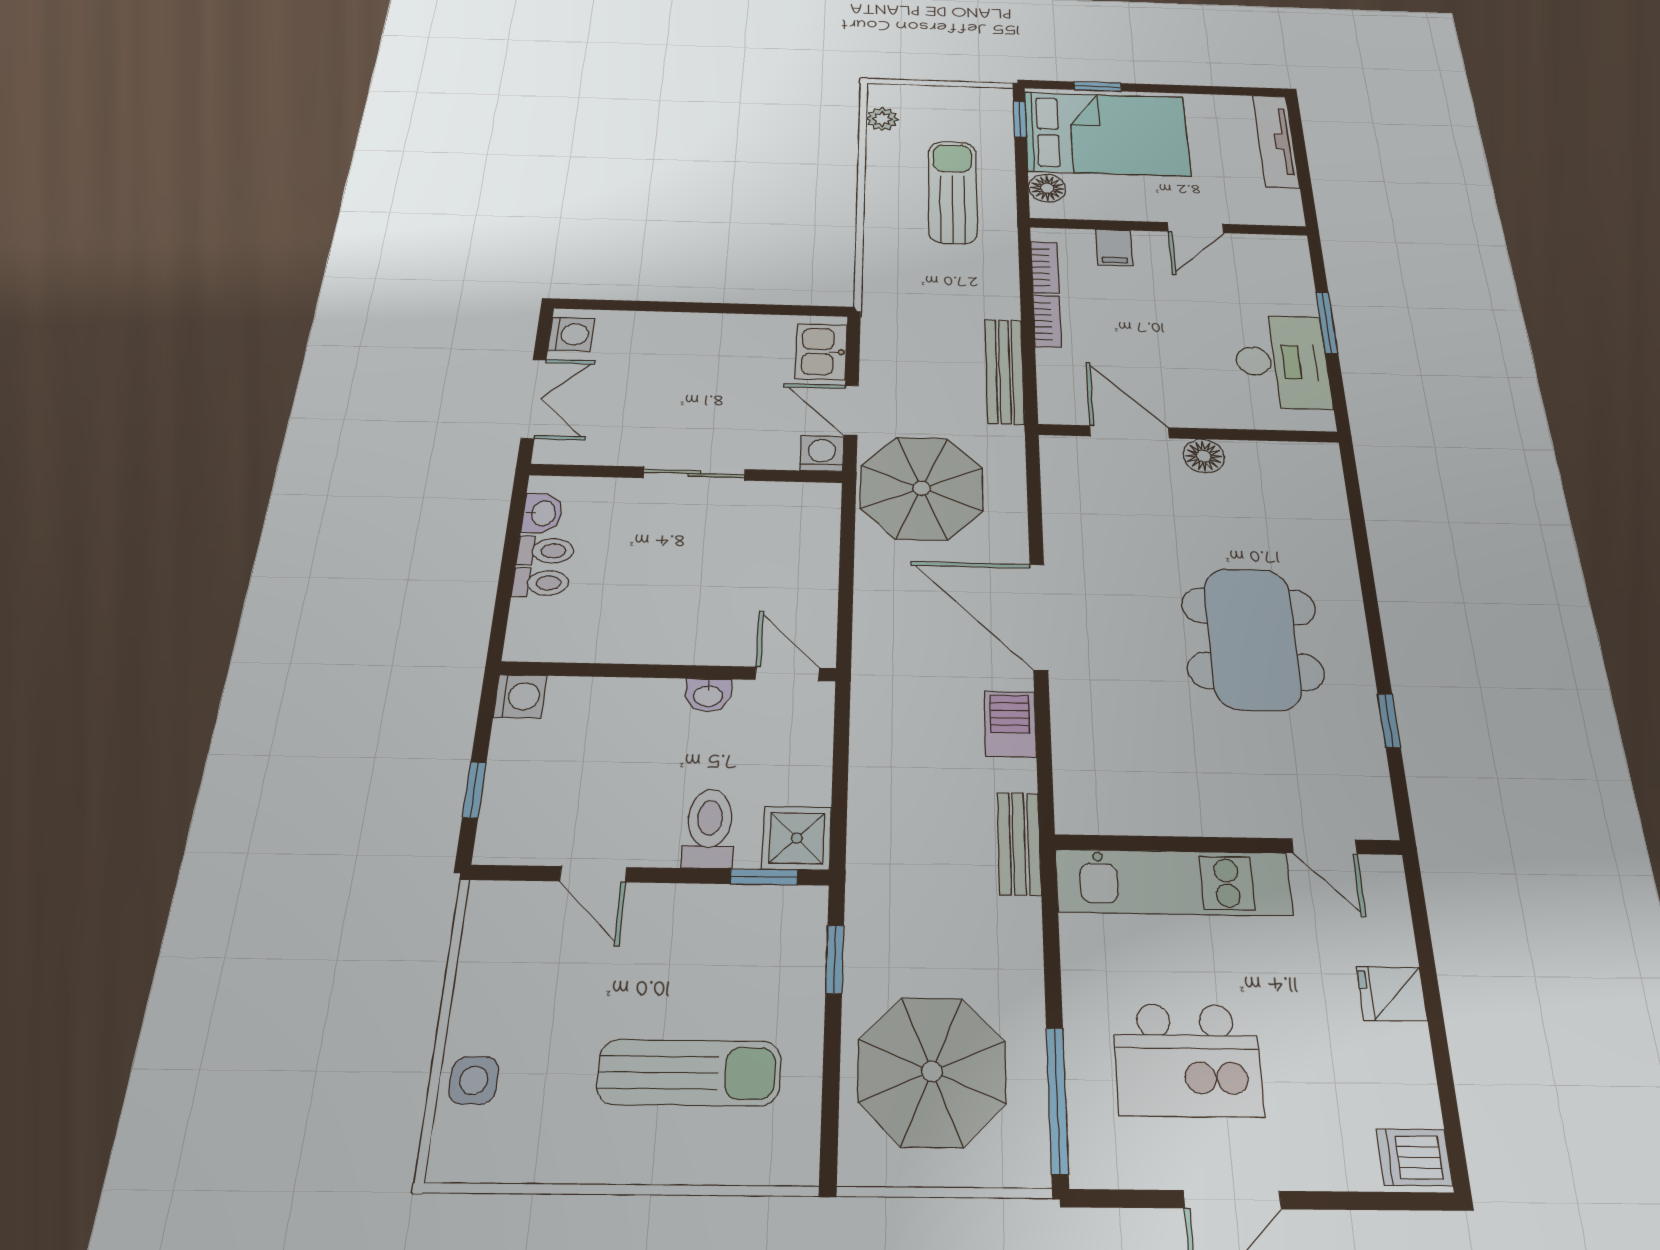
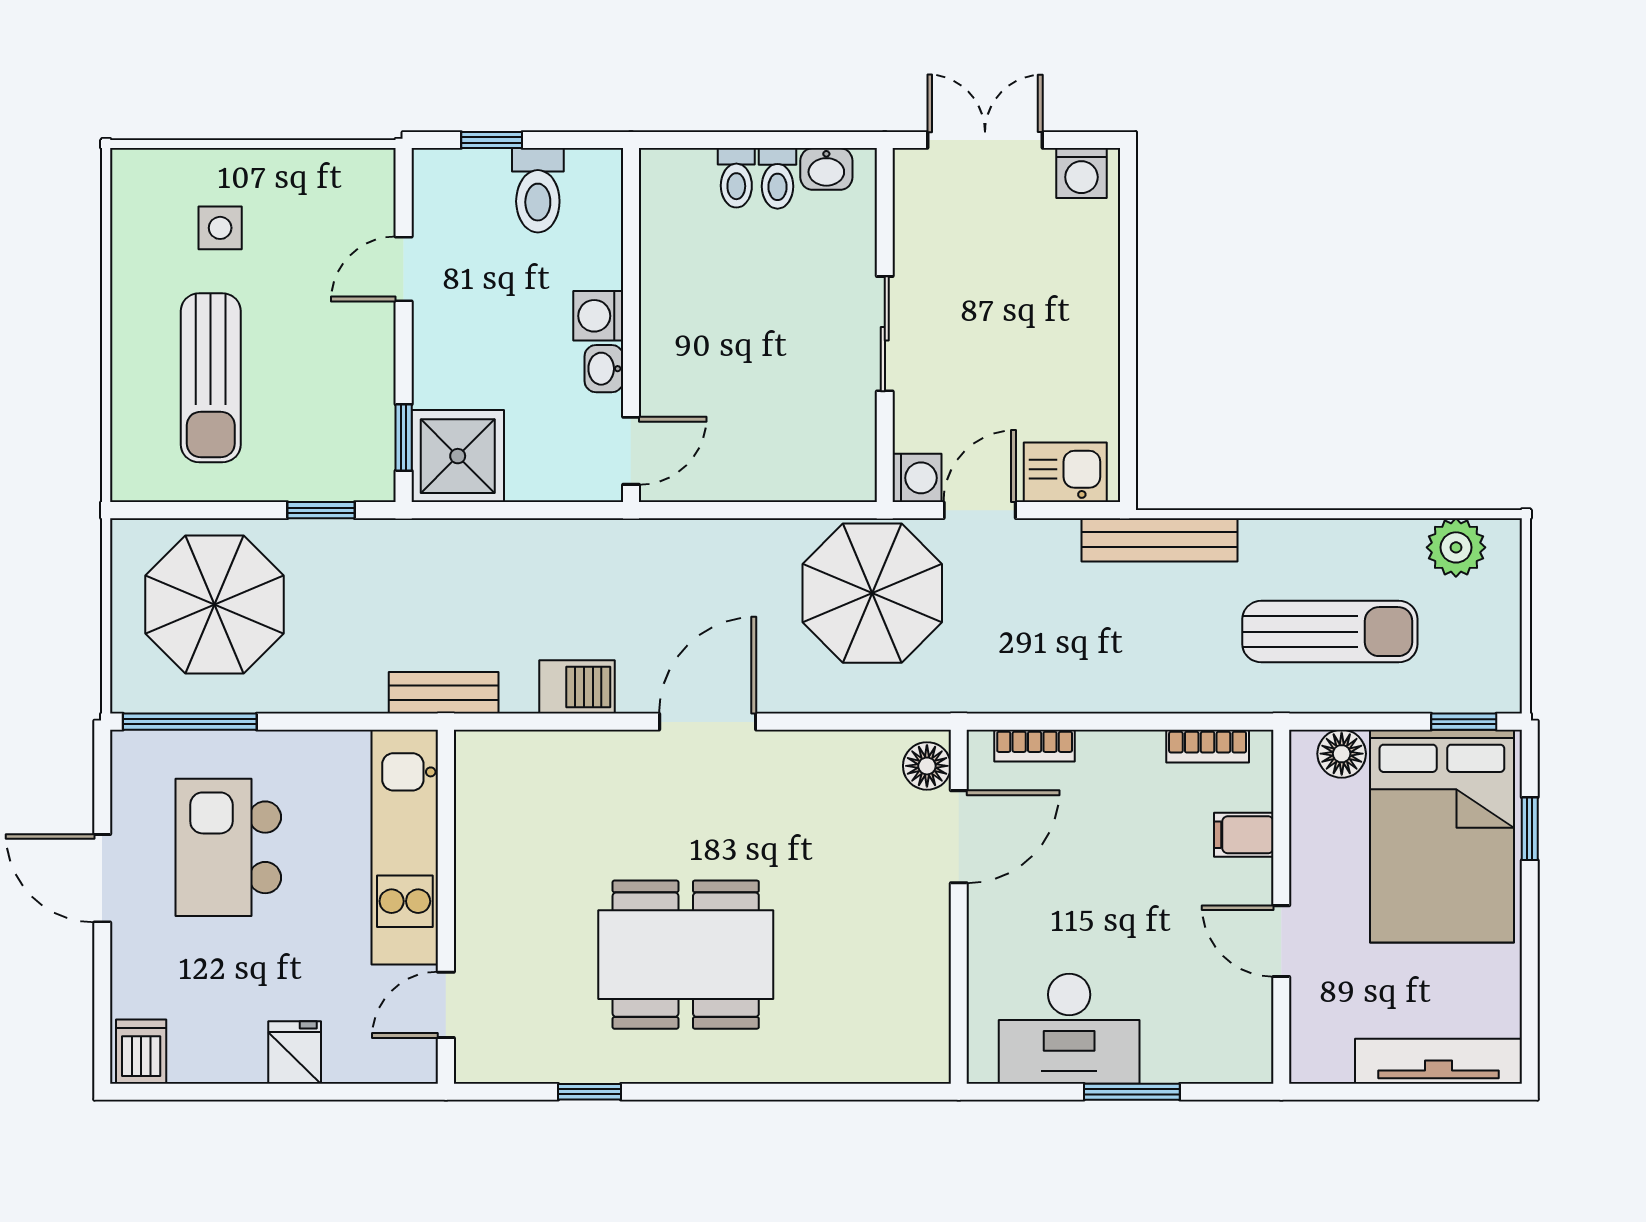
plant: (882, 119) -> (1456, 547), width x1.38, depth x1.38
bookcase: (1047, 321) -> (1035, 746), moved
bench: (1005, 371) -> (1160, 540), moved
double door: (534, 398) -> (985, 140), swing flipped
floor lamp: (1204, 456) -> (927, 766), moved
door: (1039, 616) -> (708, 722), width x0.73
washing machine: (520, 696) -> (598, 316), moved, turned 90
toilet: (709, 829) -> (538, 190), moved, turned 90
shower: (797, 838) -> (458, 456), width x1.36, depth x1.36
side table: (474, 1080) -> (220, 228), moved

